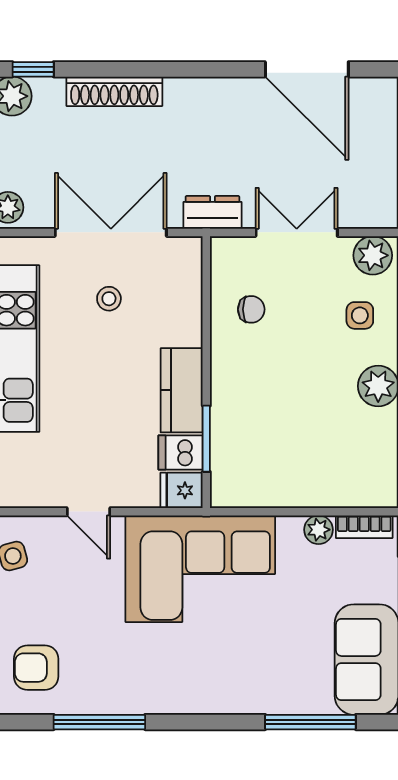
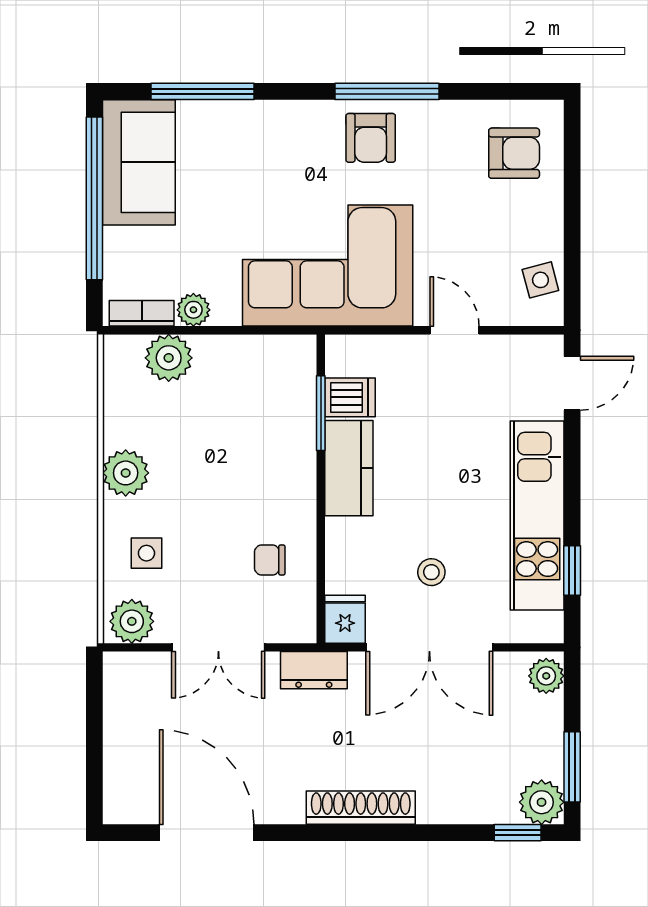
shoe rack: (114, 91) -> (361, 808), moved
plant: (340, 487) -> (169, 358), added
fridge: (182, 490) -> (345, 619), moved, turned -90
armchair: (162, 681) -> (371, 138), added
window: (99, 722) -> (387, 91), moved

